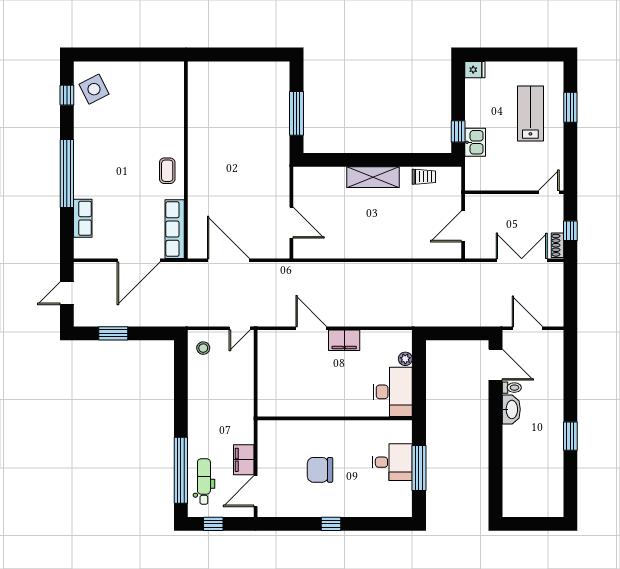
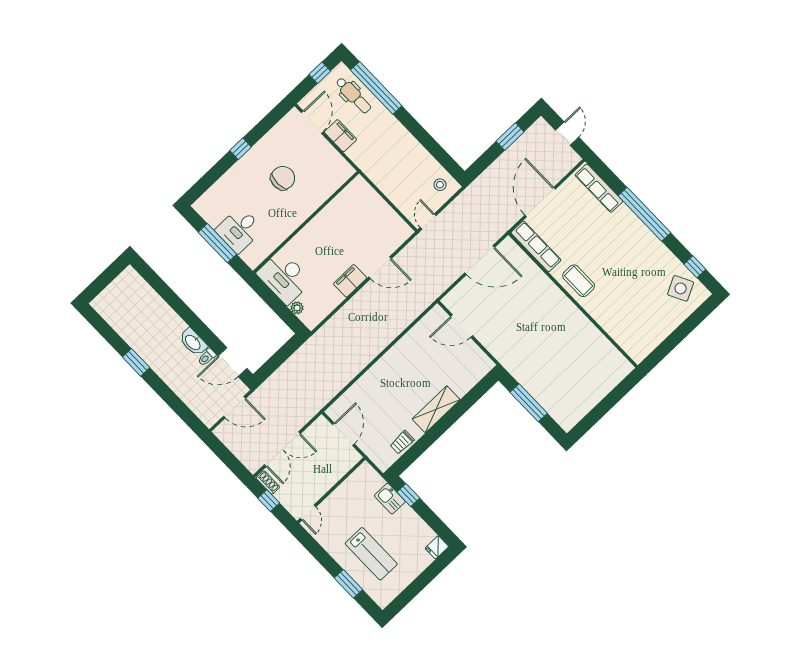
coffee table: (167, 171) -> (579, 281), width x1.36, depth x1.30
row of seats: (83, 218) -> (599, 188), width x1.48

